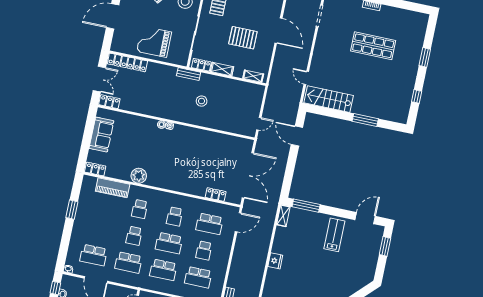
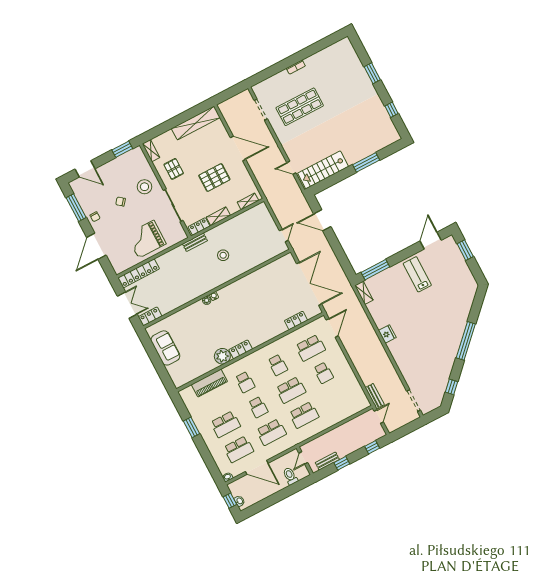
shop shelf: (373, 46) -> (300, 107), moved
locker: (95, 169) -> (241, 349), moved
school desk: (198, 277) -> (226, 424), moved

